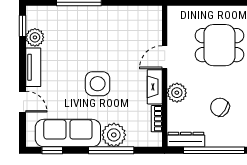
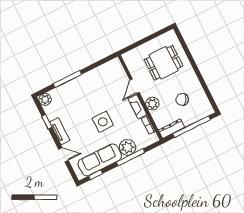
window: (22, 26) -> (47, 122), moved
plant: (35, 37) -> (45, 99), moved

